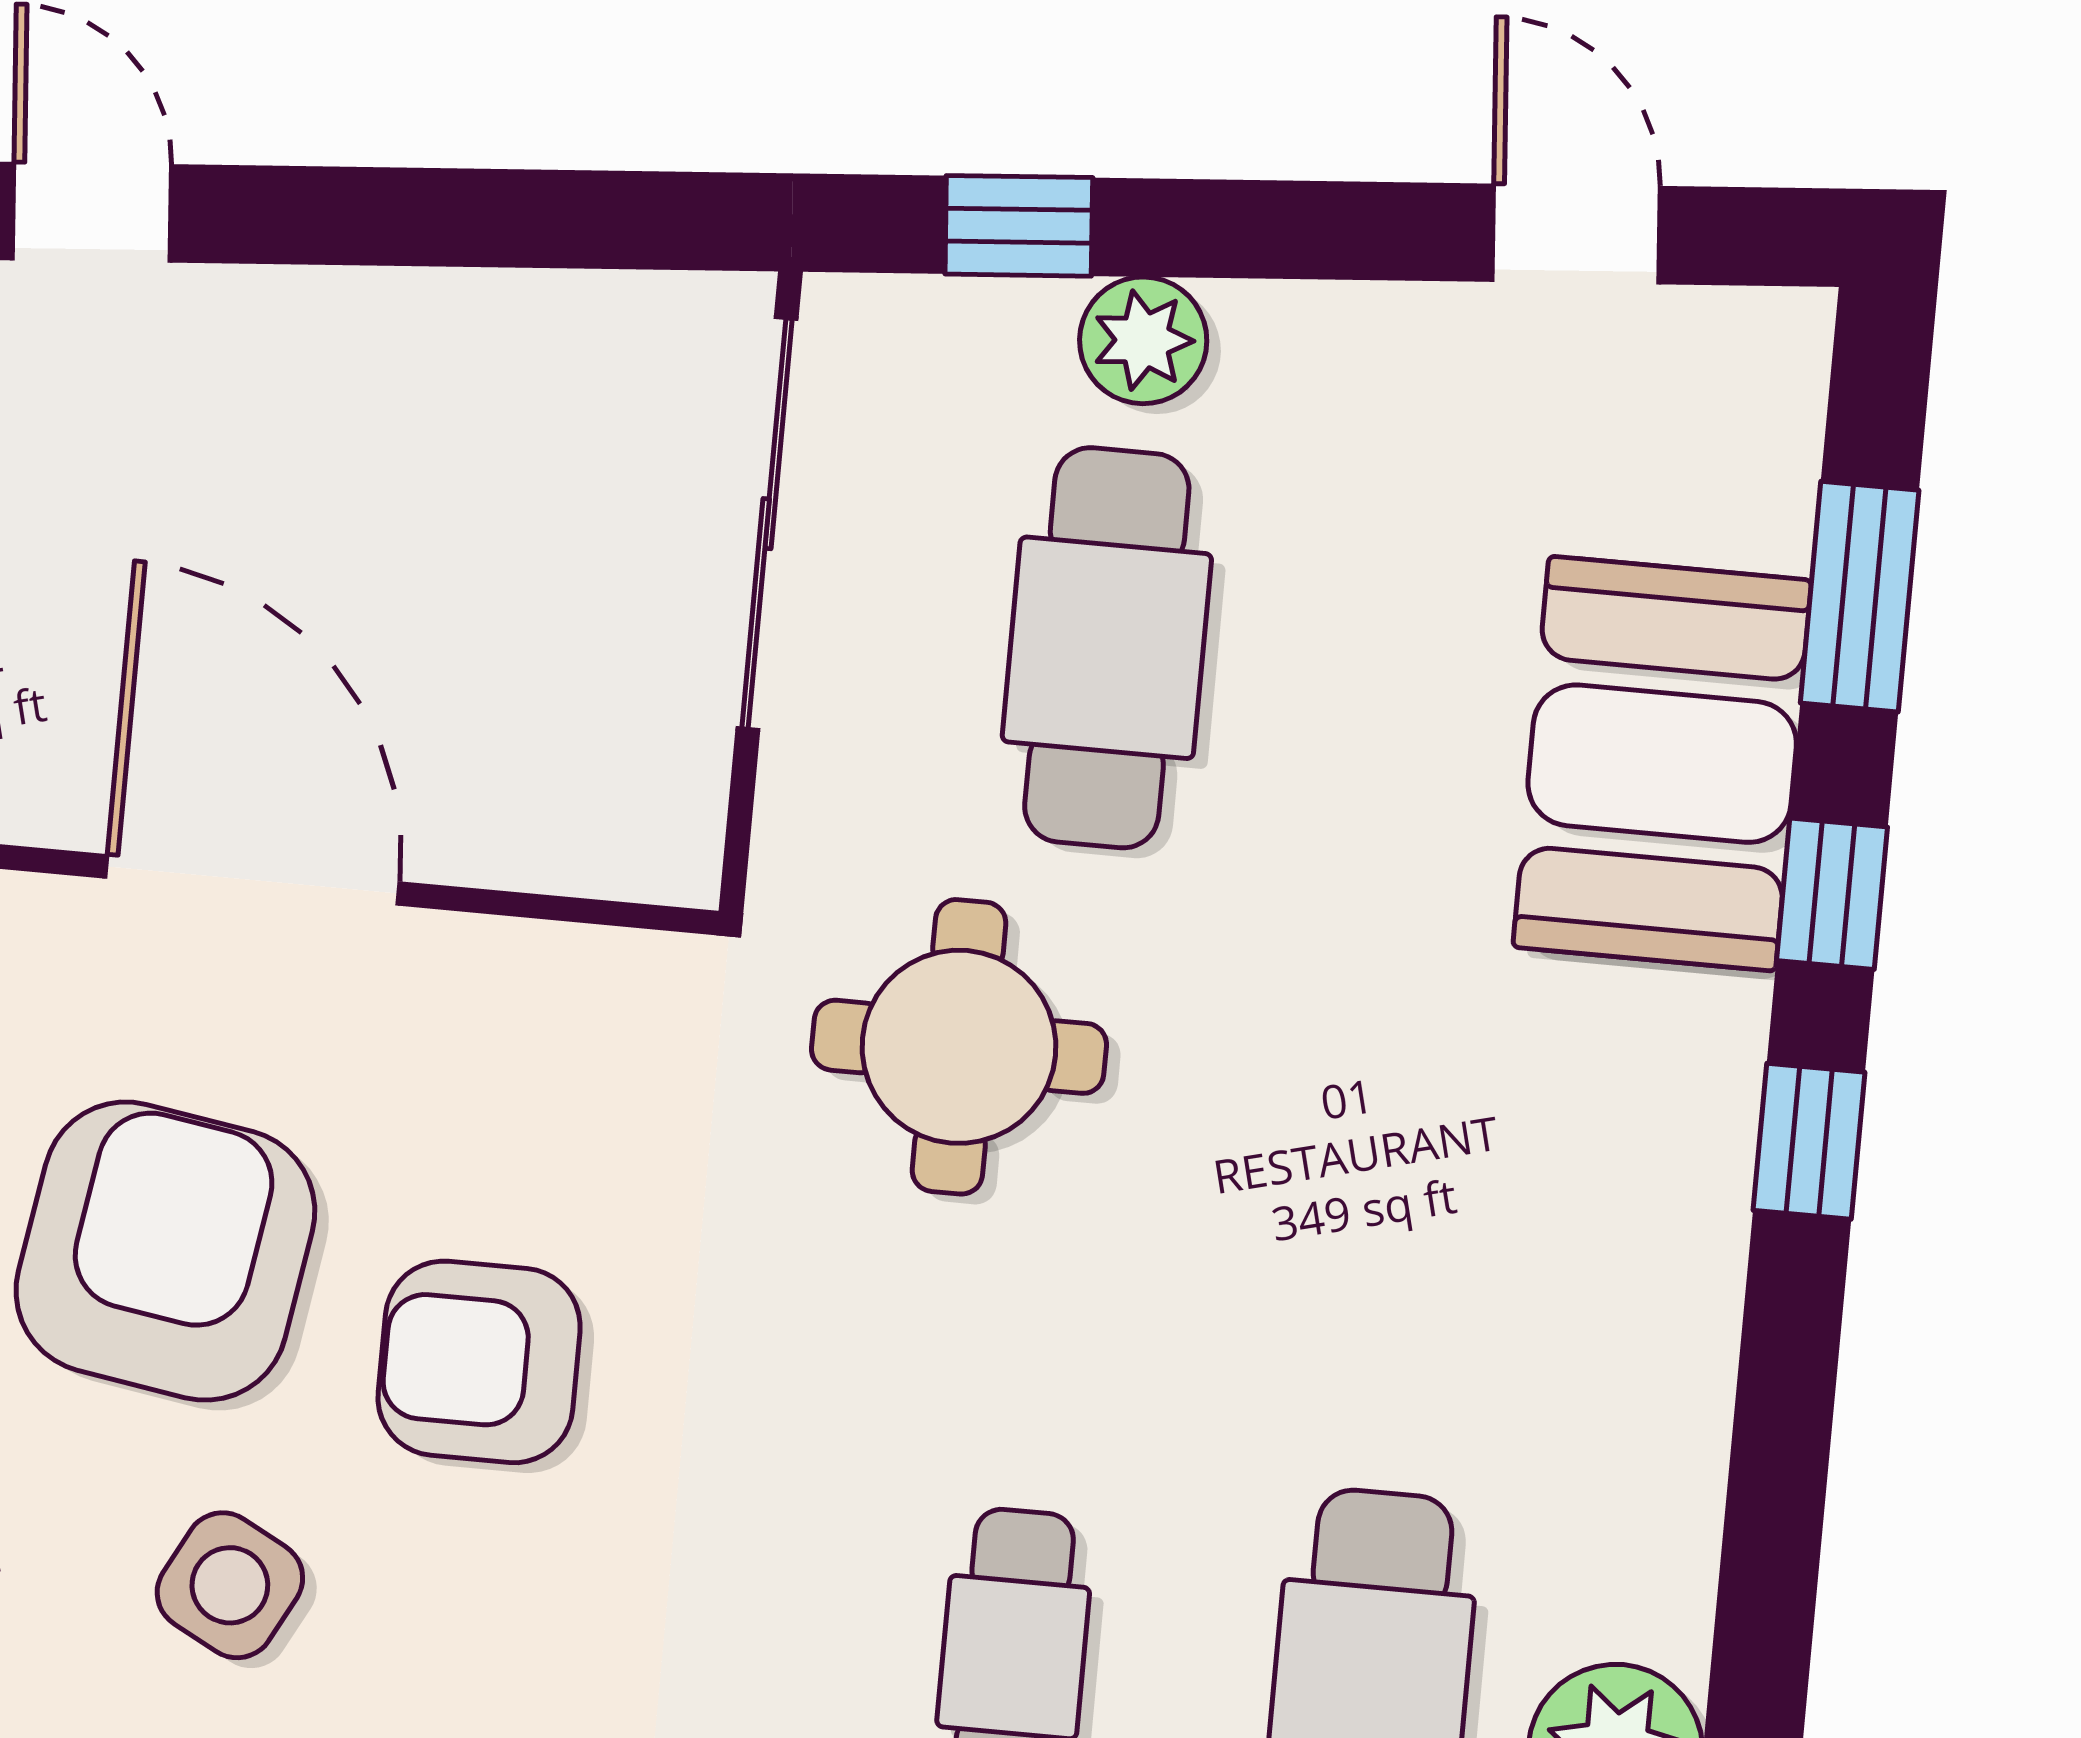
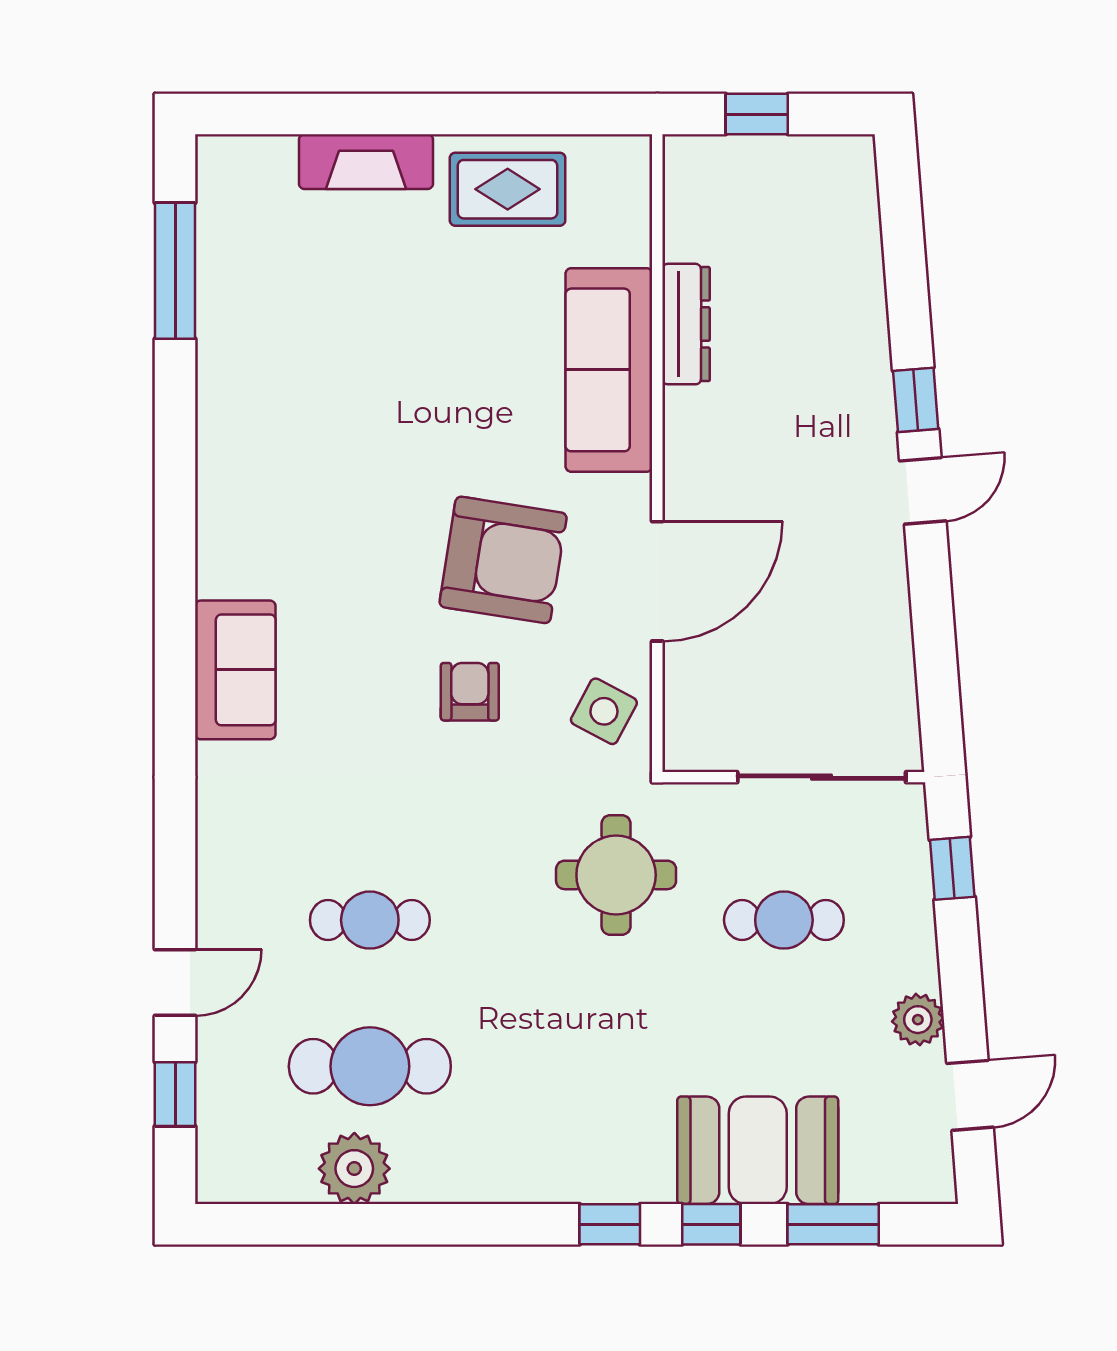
plant: (1143, 340) -> (918, 1020), moved
cafe table: (1107, 648) -> (784, 920), width x0.73, depth x0.74
armchair: (479, 1362) -> (470, 692), width x0.72, depth x0.72
side table: (230, 1585) -> (604, 711), moved

